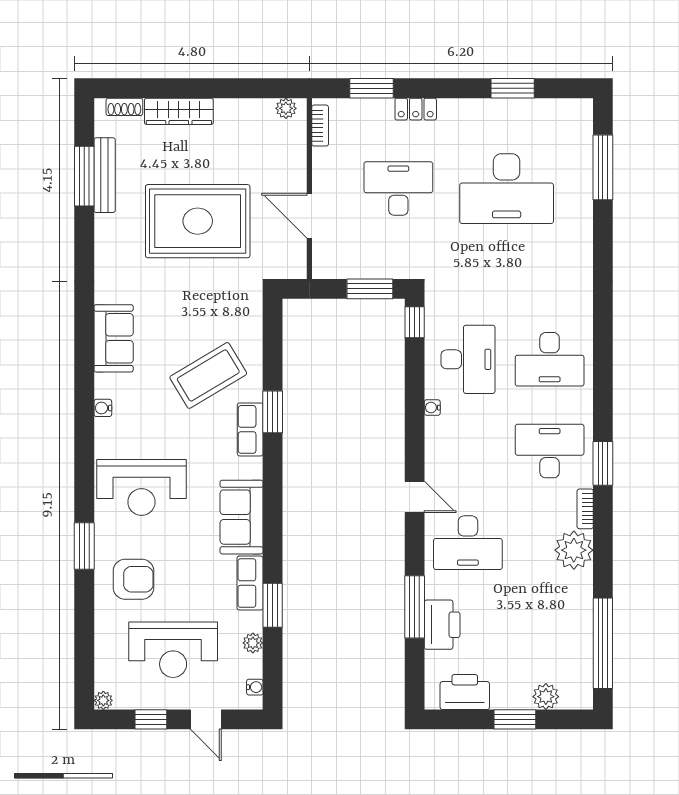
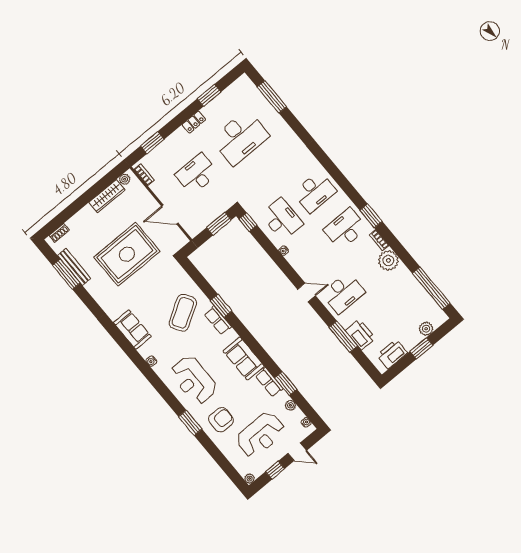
locker: (416, 109) -> (194, 122), moved
wardrobe: (179, 111) -> (107, 196), moved
reception desk: (141, 487) -> (194, 380), turned 90

